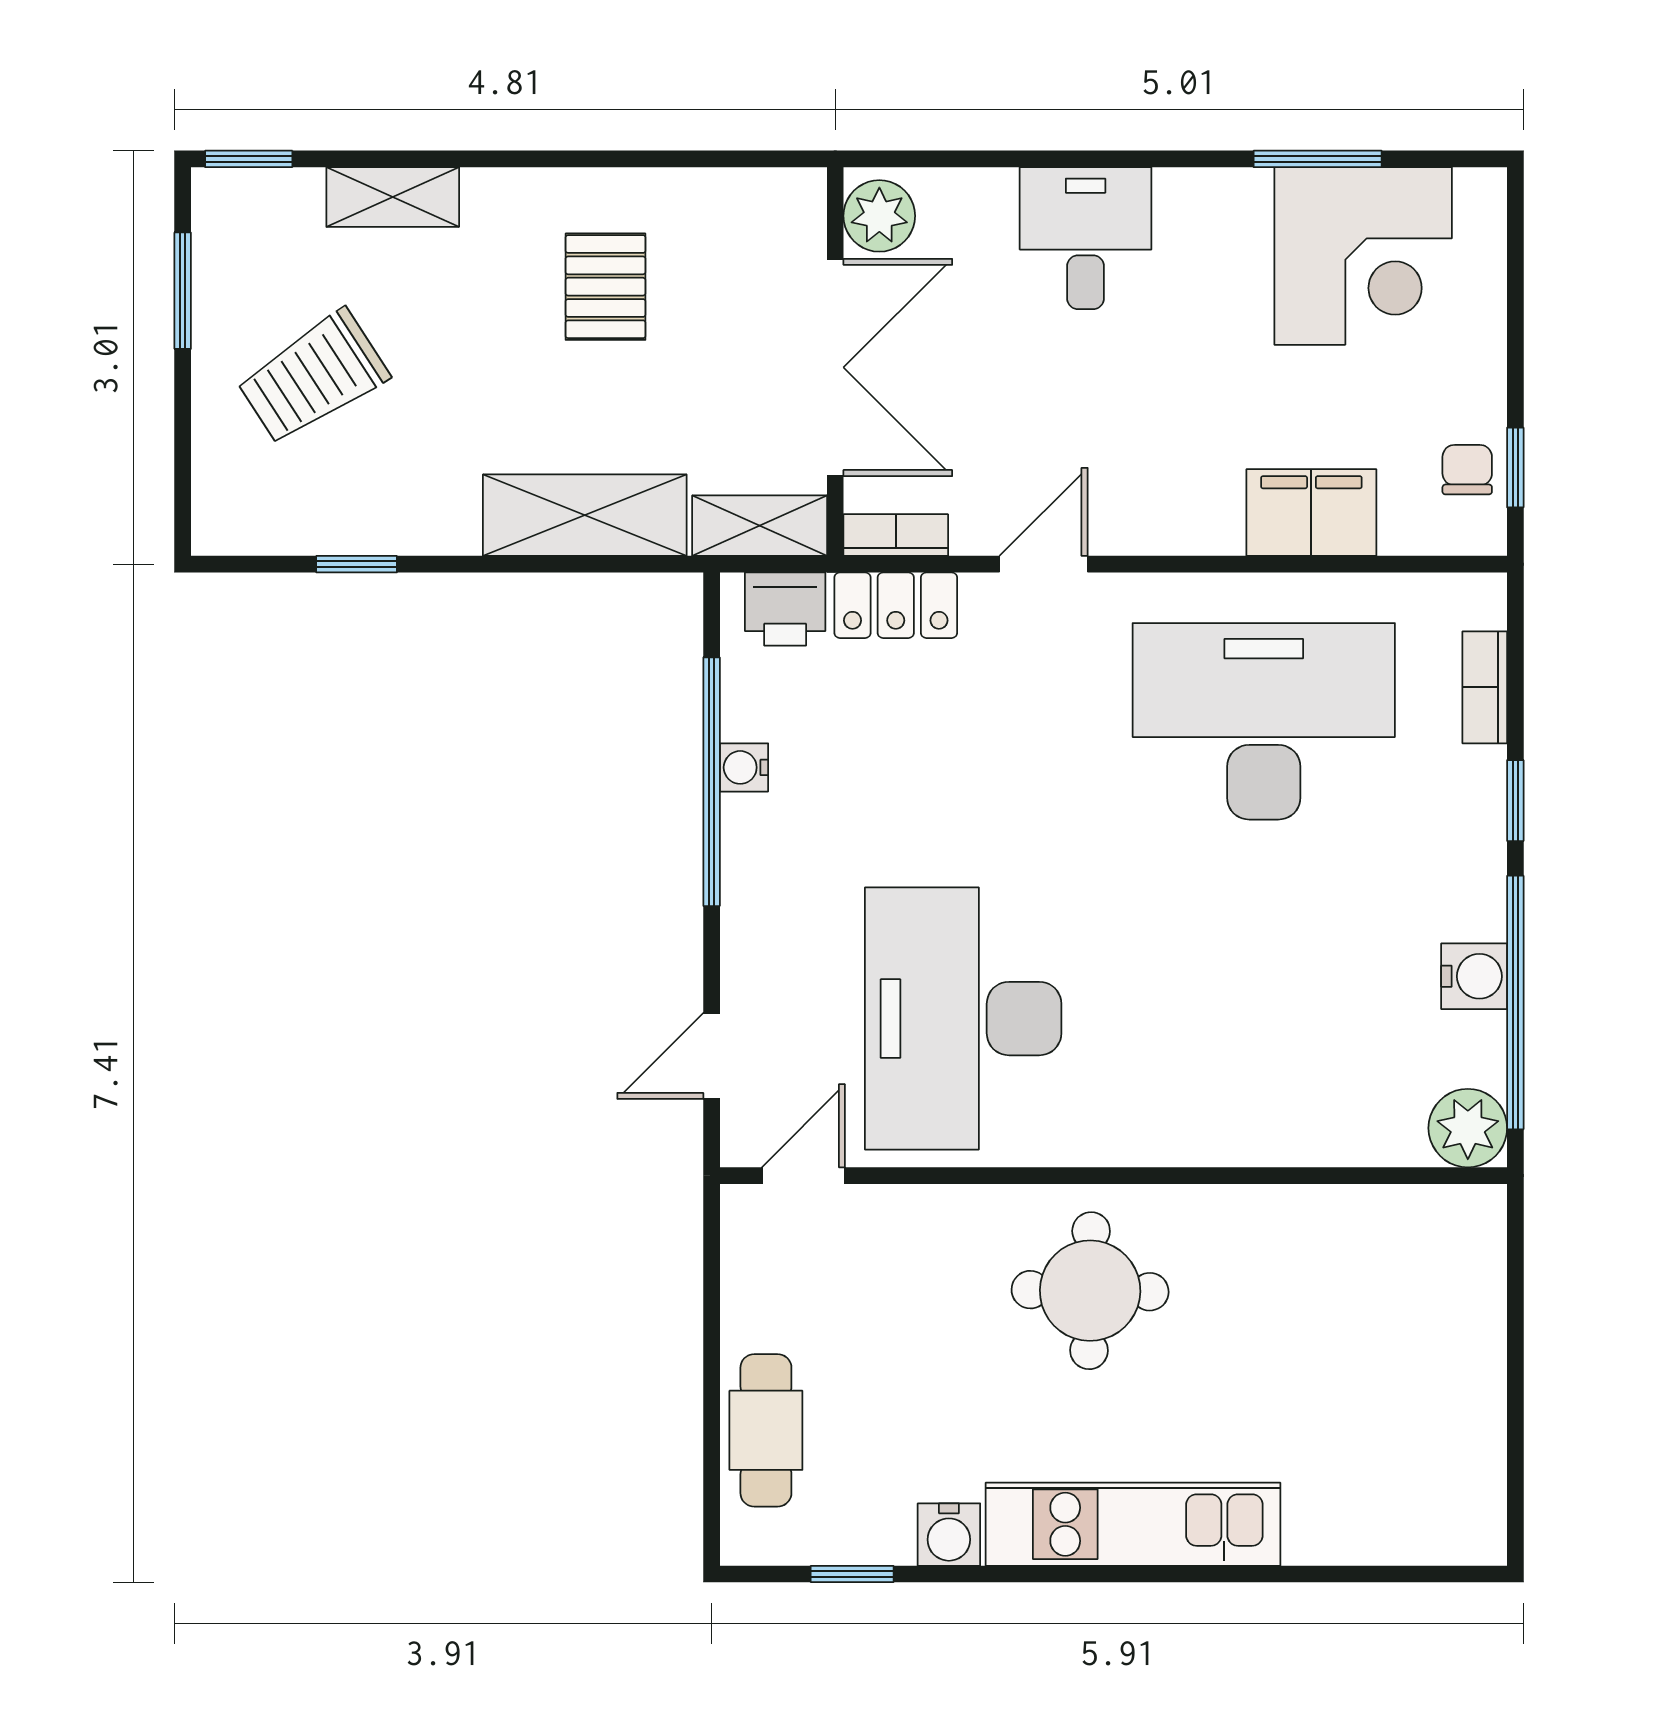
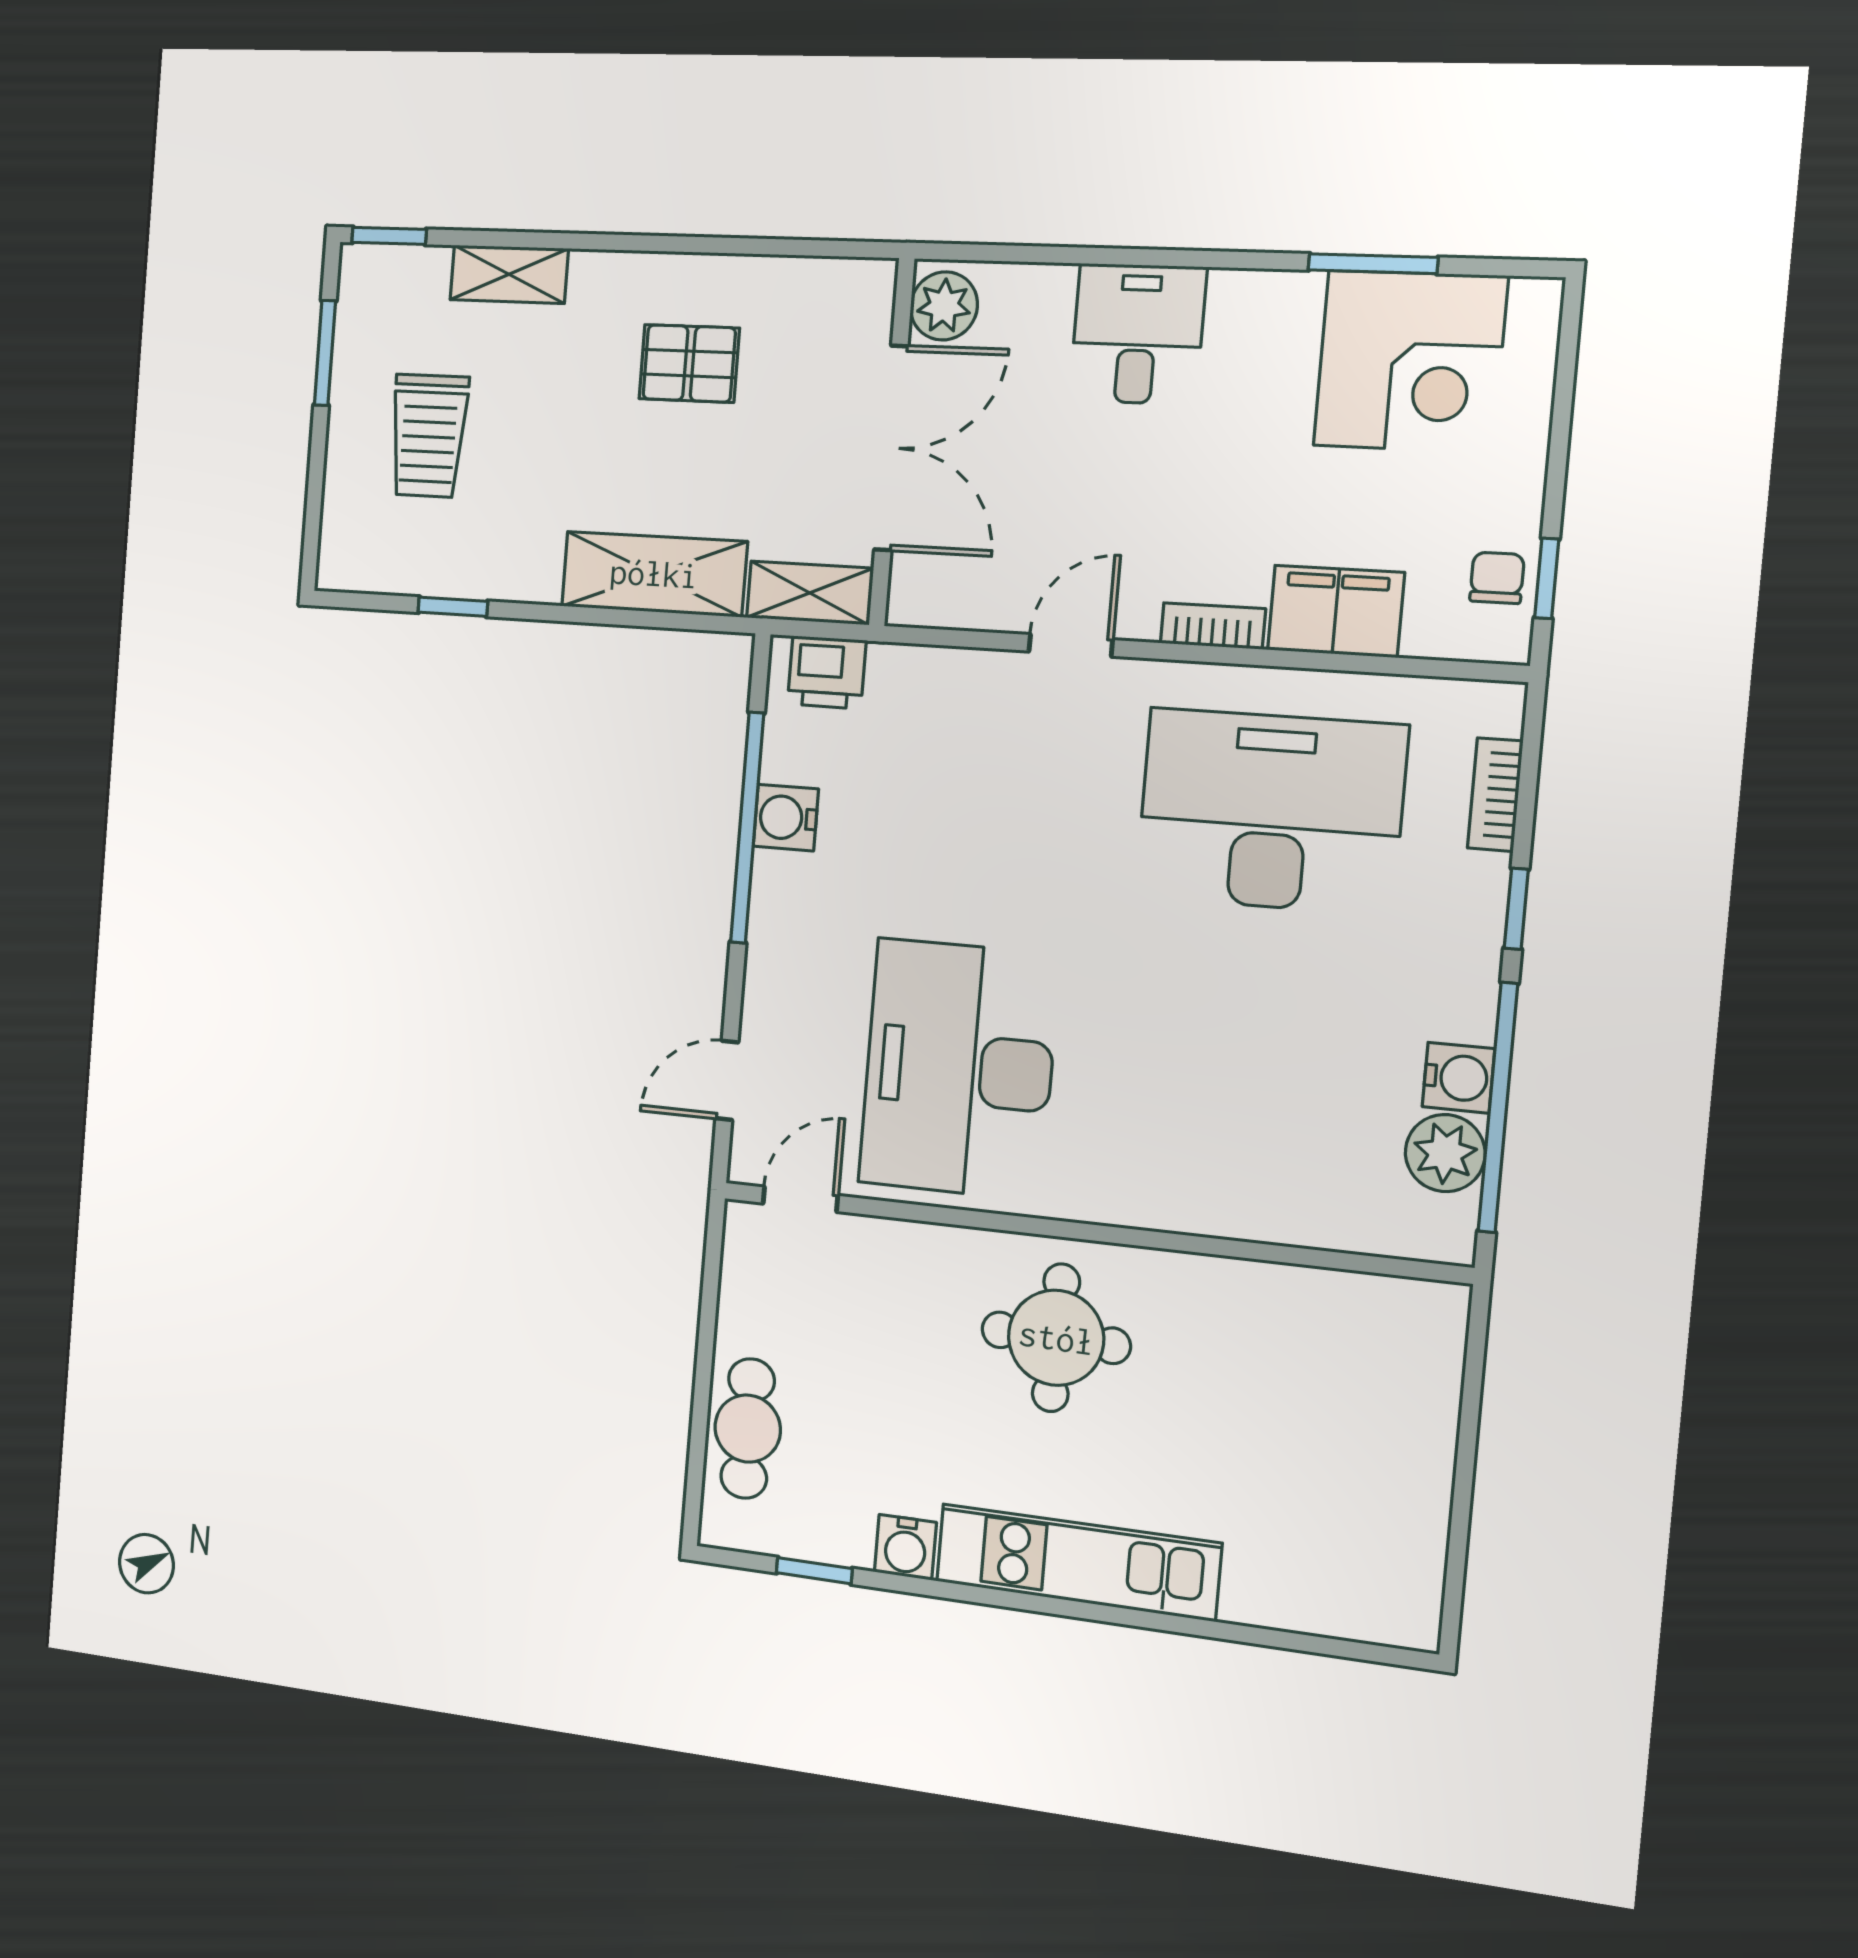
pallet: (606, 287) -> (689, 363), turned 90
trolley: (313, 377) -> (429, 436), turned -57
bookcase: (896, 535) -> (1213, 626), moved
locker: (896, 605) -> (929, 675), removed
water cooler: (744, 767) -> (786, 818), width x1.38, depth x1.38
plant: (1468, 1128) -> (1445, 1153), moved

